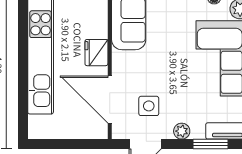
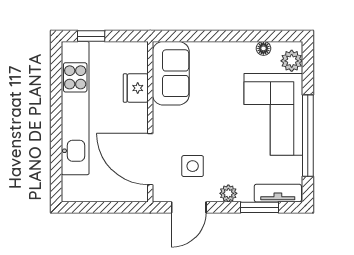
fridge: (96, 53) -> (136, 88), moved

